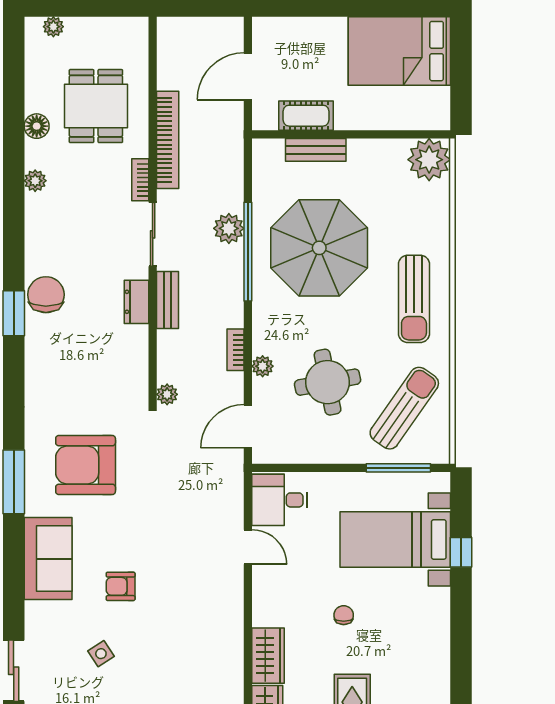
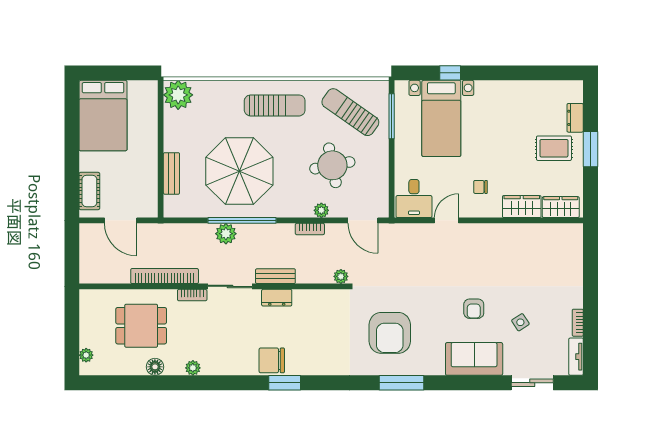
cot: (306, 116) -> (89, 191), moved
sofa: (48, 559) -> (474, 359), moved
chair: (344, 615) -> (480, 187), moved

